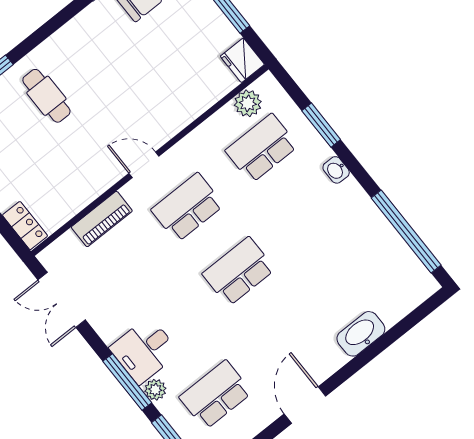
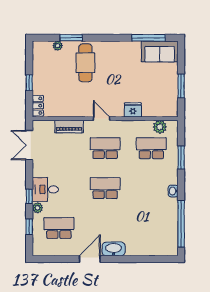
fridge: (242, 60) -> (133, 110), moved, turned 90
cafe table: (46, 96) -> (85, 63), width x1.37, depth x1.35
washbasin: (336, 170) -> (173, 191), moved
washbasin: (361, 334) -> (114, 249), moved
window: (127, 382) -> (29, 196), width x0.46

